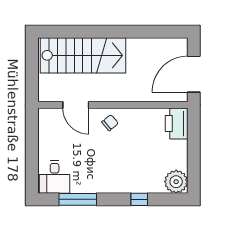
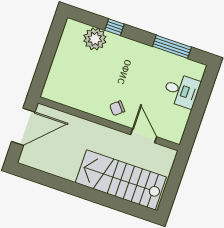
printer: (177, 124) -> (55, 86), removed
desk: (55, 177) -> (182, 91), moved, turned 90
plant: (176, 182) -> (95, 39), moved

